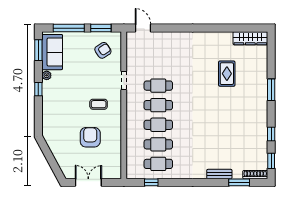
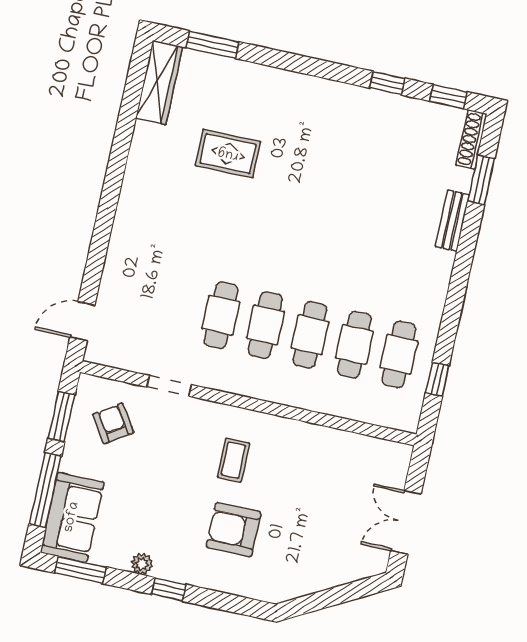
sofa: (52, 52) -> (72, 517), moved, turned 90
doorway: (124, 81) -> (169, 386), moved
window: (271, 90) -> (212, 45), moved
armchair: (90, 137) -> (234, 530), moved

